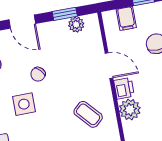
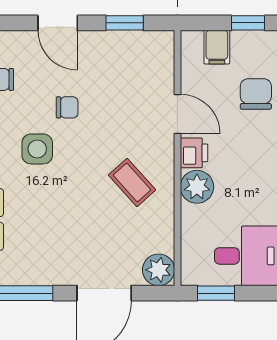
plant: (76, 25) -> (139, 42), removed
chair: (38, 74) -> (67, 107), turned -137

